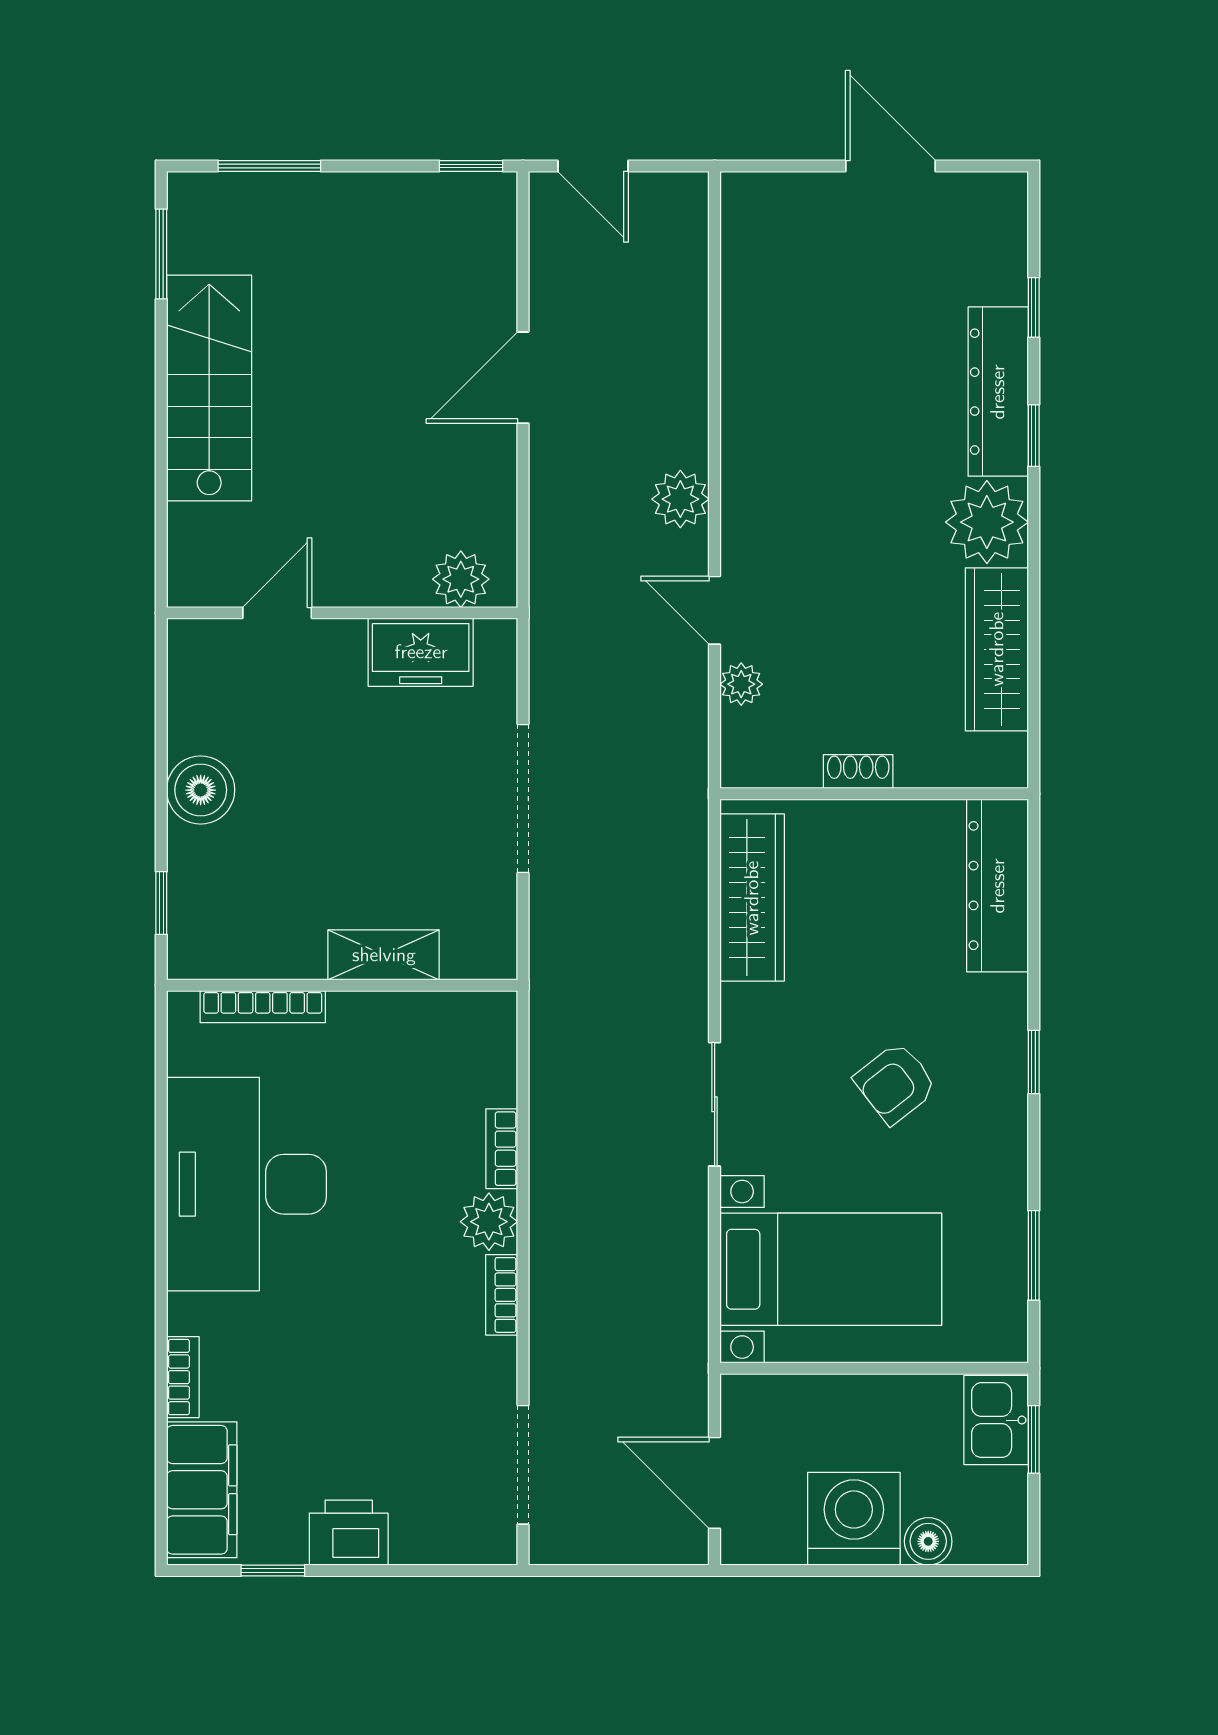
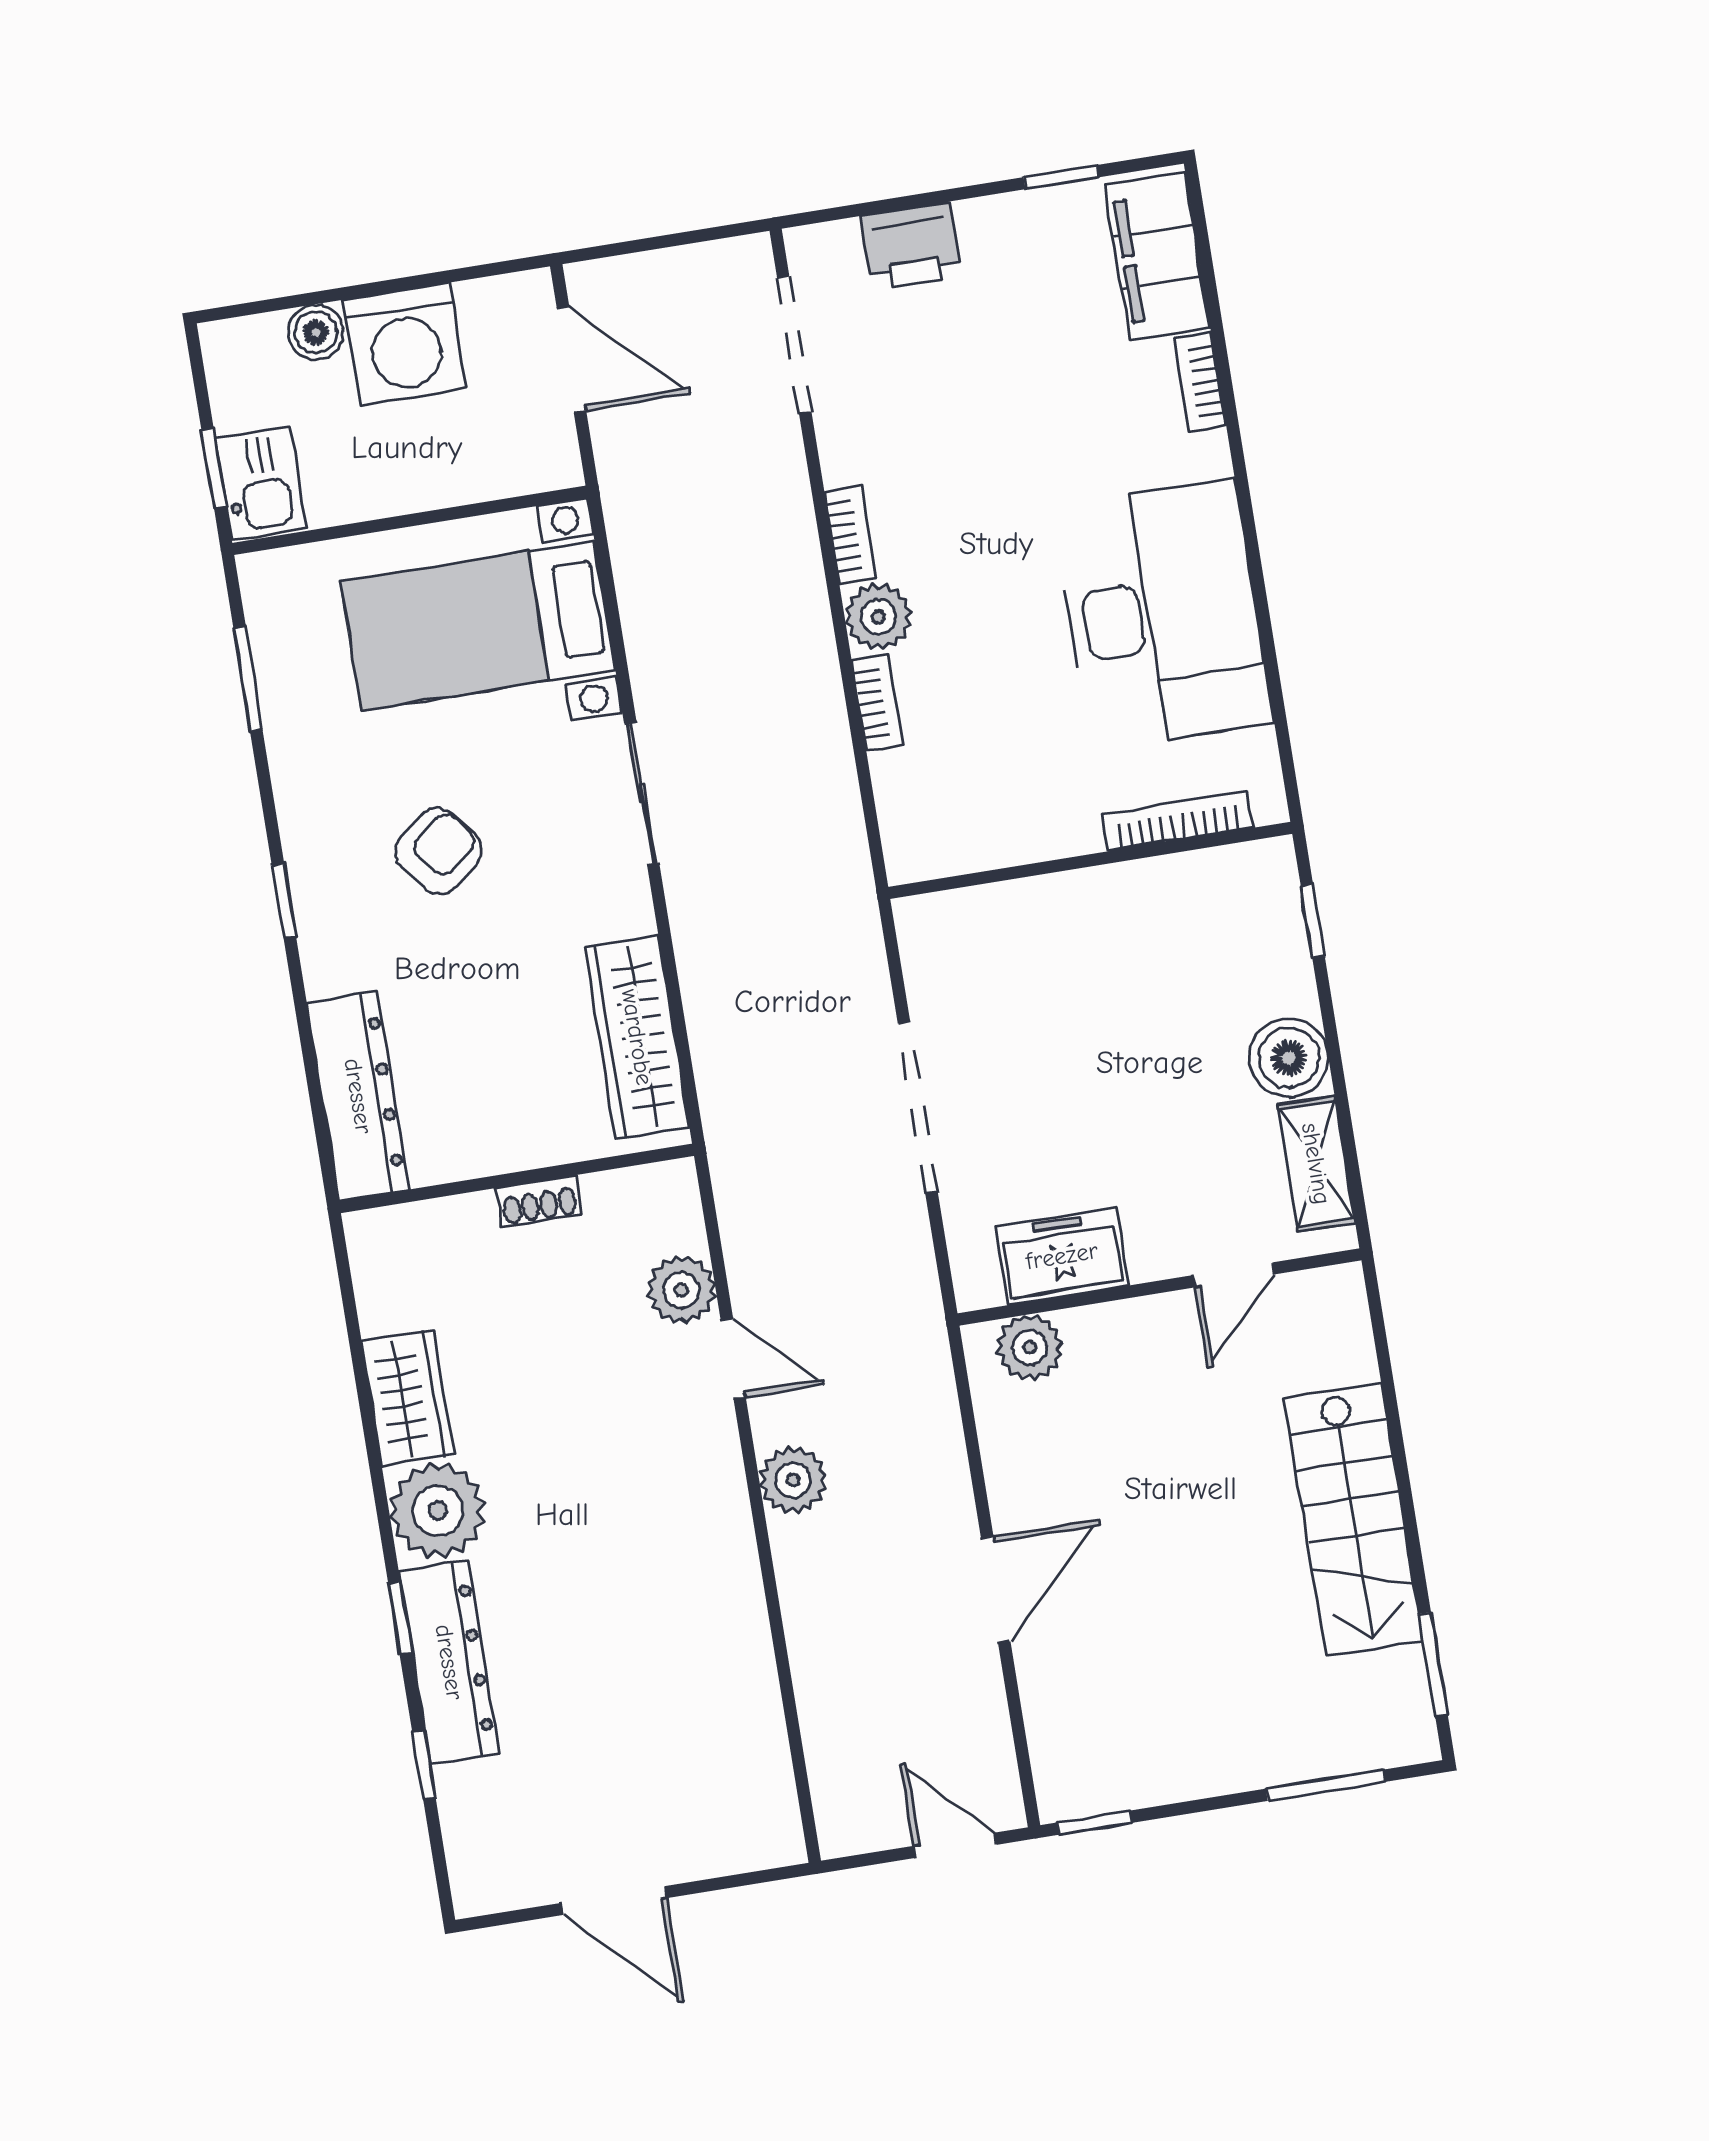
wardrobe: (997, 649) -> (408, 1398), width x0.67
plant: (741, 684) -> (681, 1290), width x1.38, depth x1.38
shelving: (384, 955) -> (1316, 1164), moved, turned 90
printer: (349, 1533) -> (911, 246), moved

